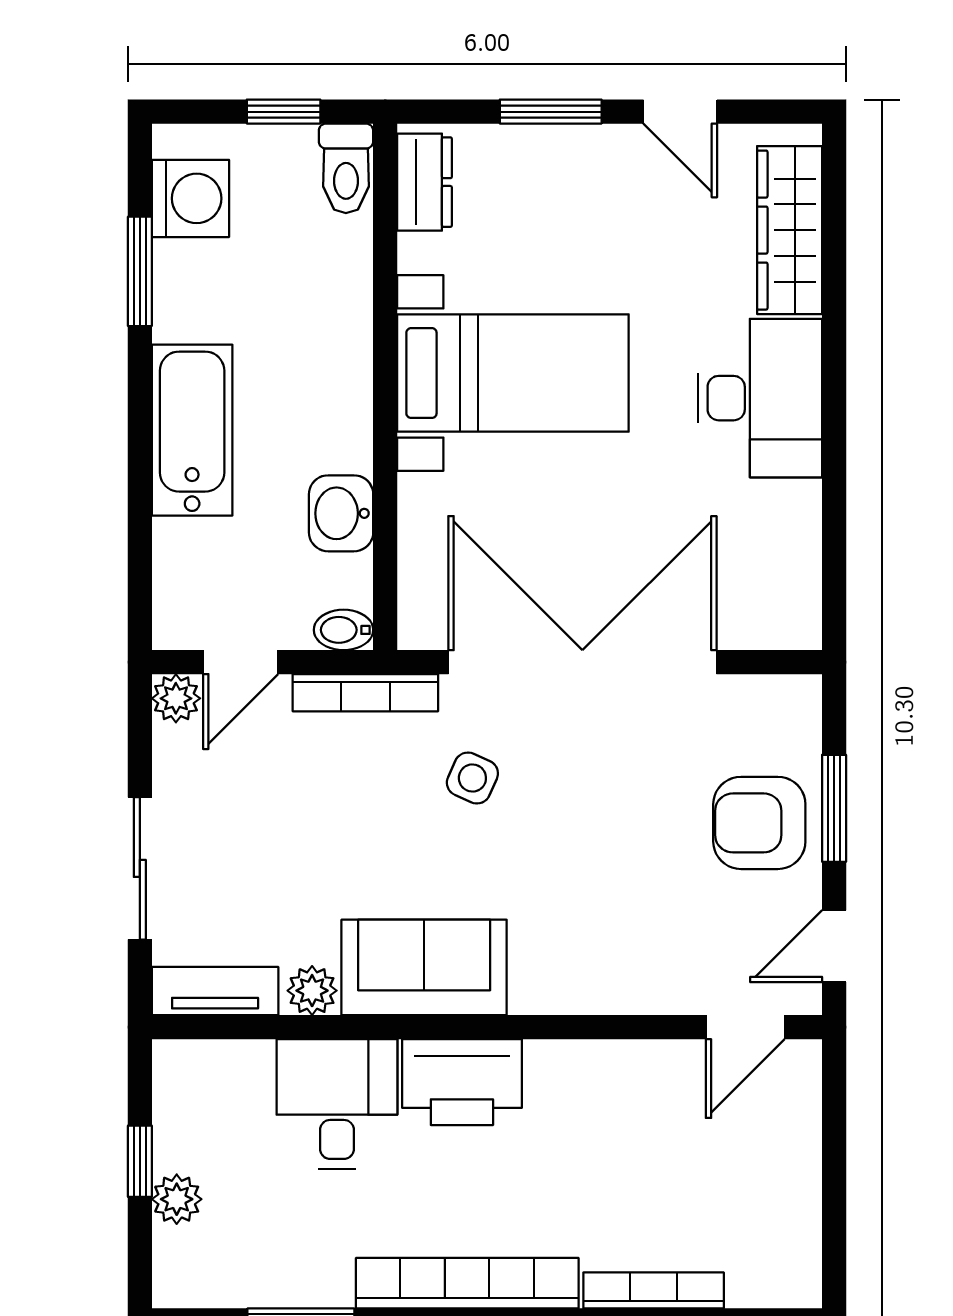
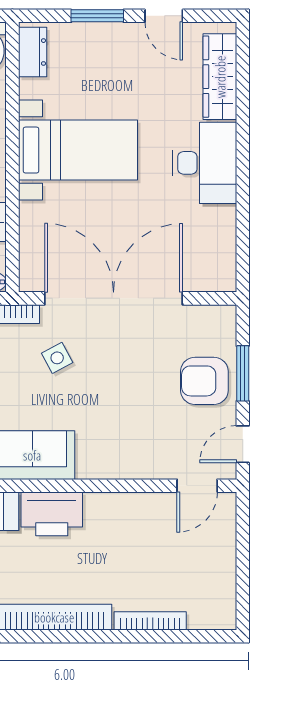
side table: (472, 778) -> (57, 358), turned 38

